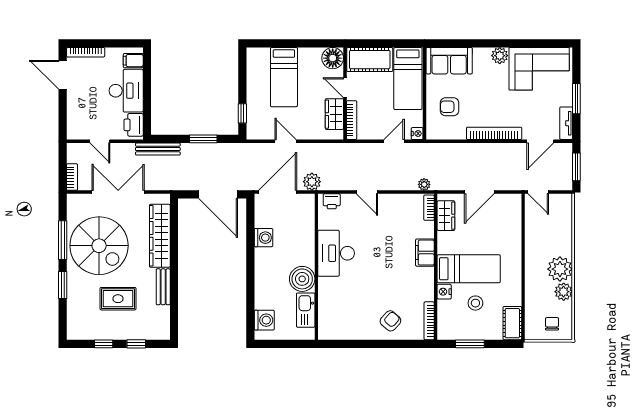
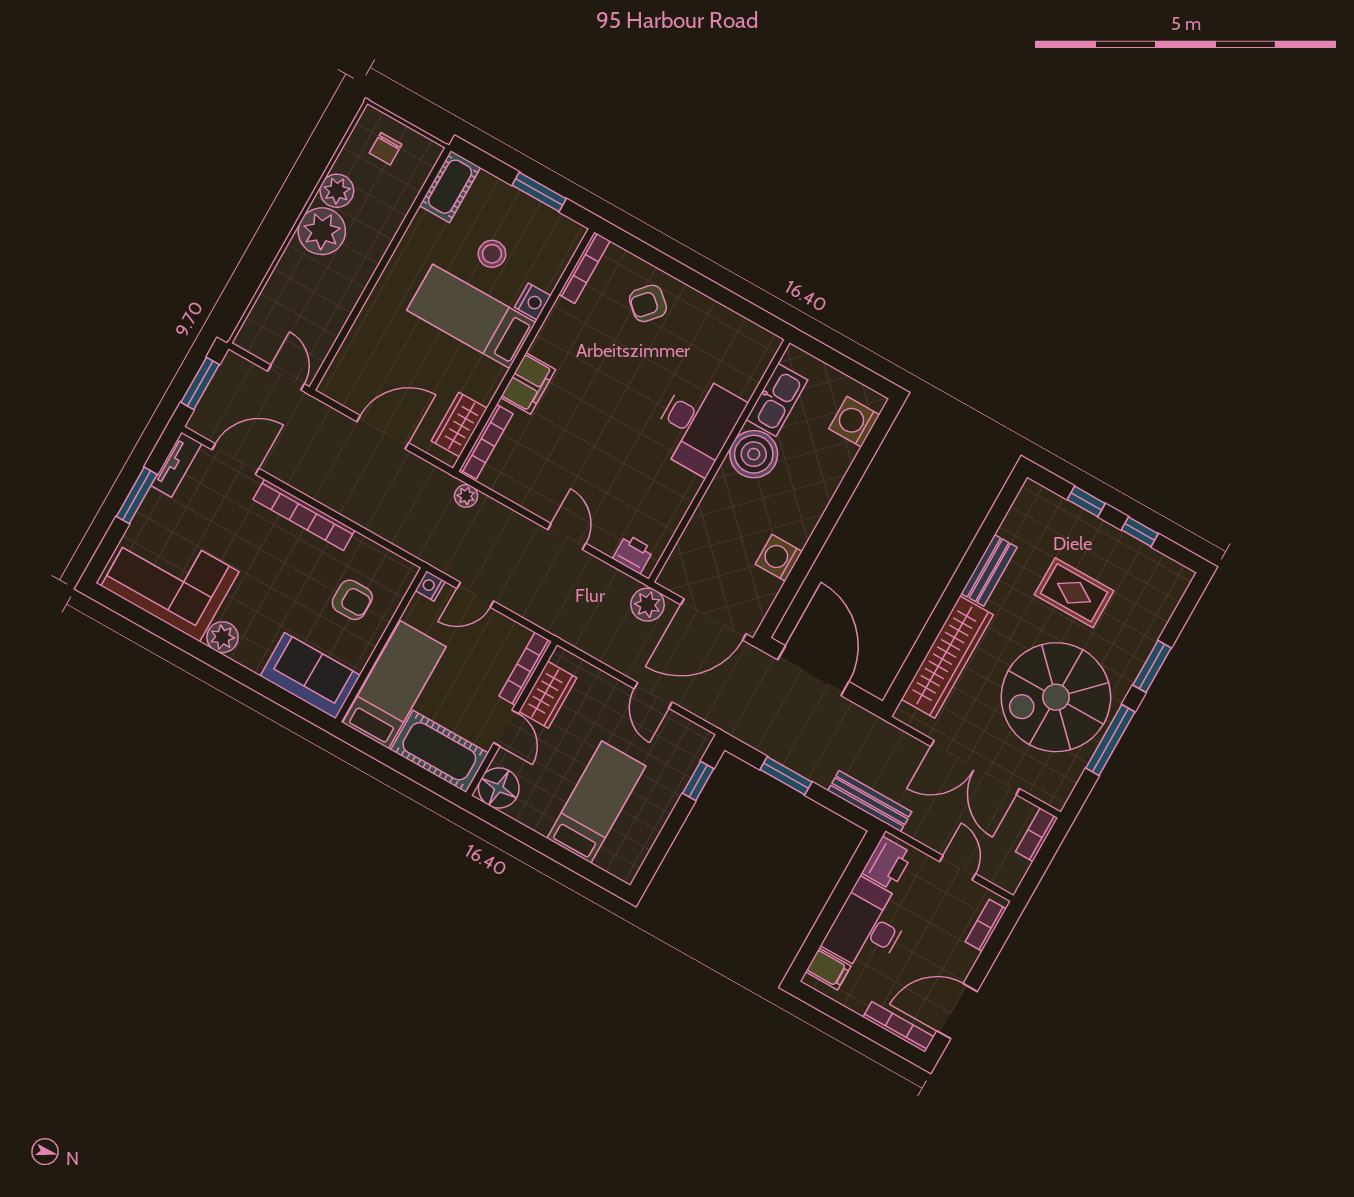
door: (63, 75) -> (957, 1011), swing flipped
bookcase: (72, 122) -> (986, 925), added
bookcase: (429, 208) -> (486, 442), width x1.56
spiral stairs: (99, 246) -> (1056, 697), turned -90
desk: (336, 253) -> (697, 424), moved

